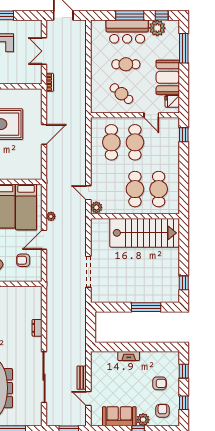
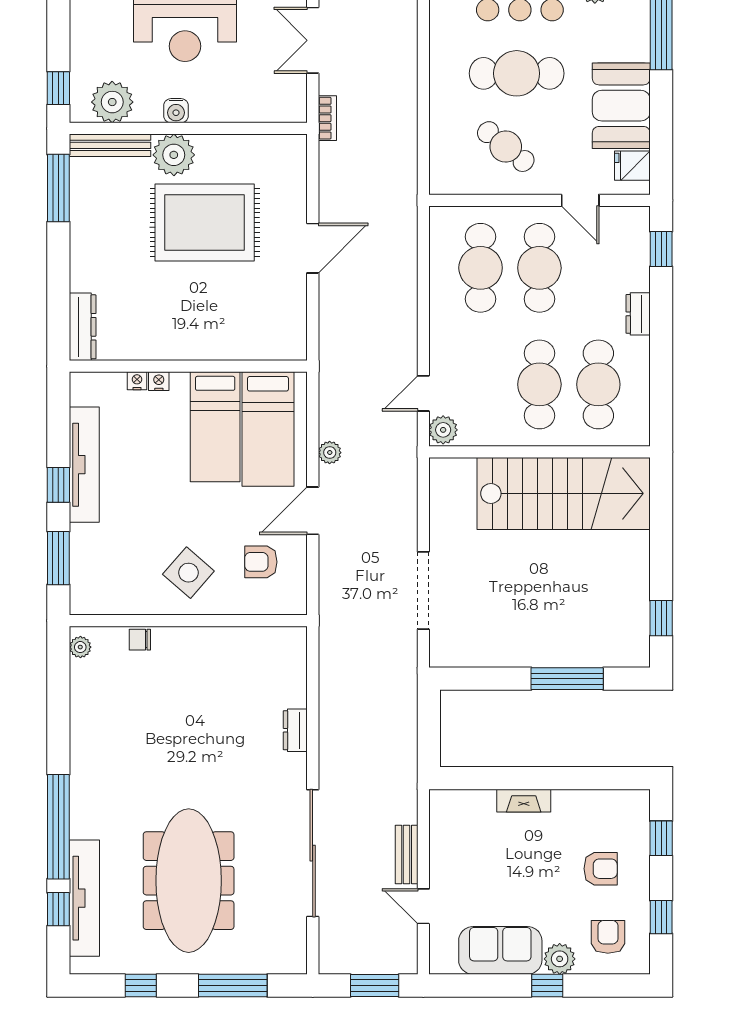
cafe table: (126, 64) -> (517, 73), width x1.37, depth x1.35
dresser: (175, 161) -> (638, 314), added
door: (88, 193) -> (423, 393), hinge flipped

